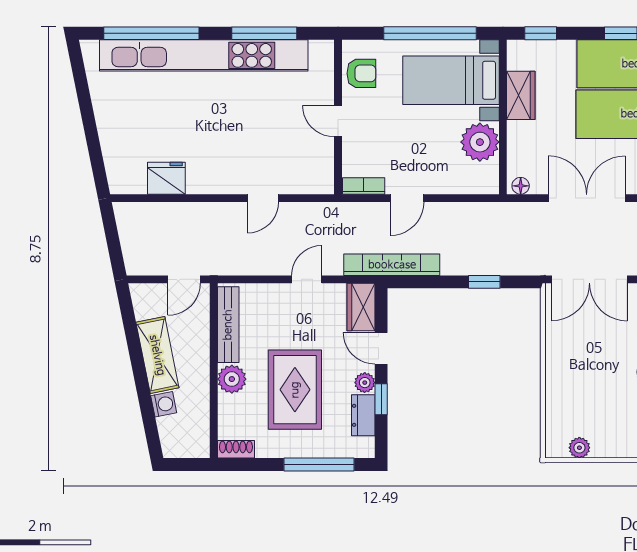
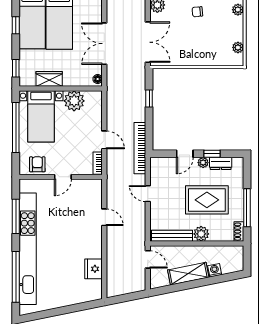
wardrobe: (361, 307) -> (163, 165), removed
window: (319, 465) -> (247, 208), moved

